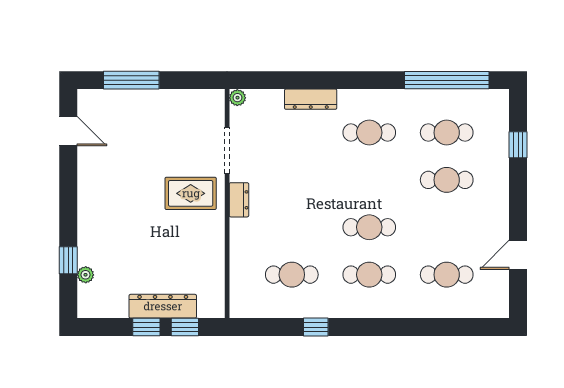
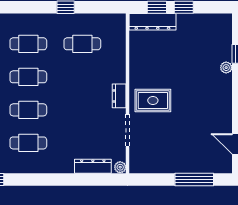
dresser: (311, 99) -> (93, 166), moved
cafe table: (369, 180) -> (28, 110), added
plant: (86, 275) -> (226, 68), moved
dresser: (163, 306) -> (152, 22), moved

